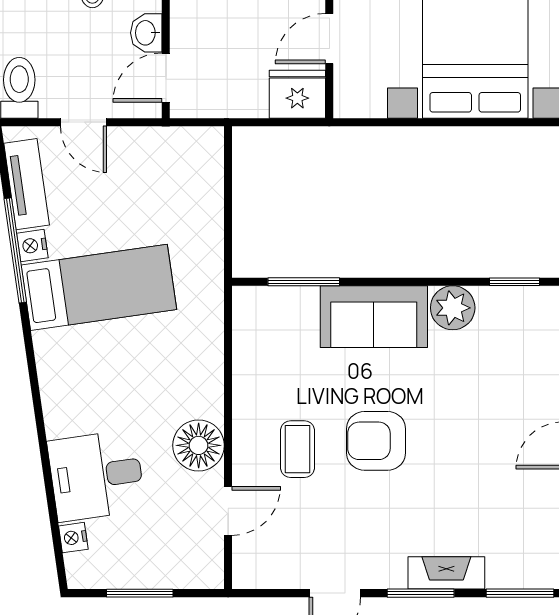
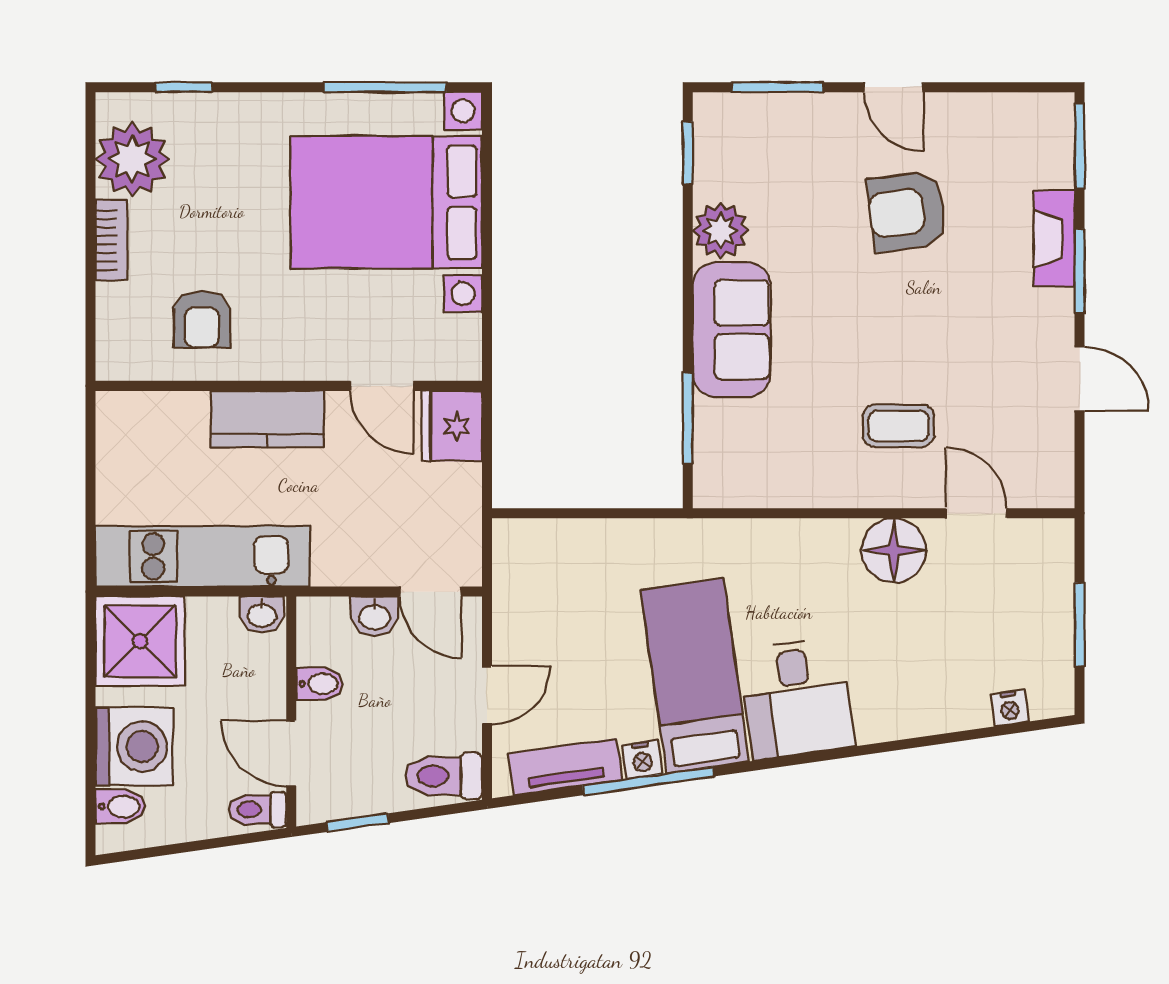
armchair: (376, 441) -> (907, 212), moved, turned 83
desk: (96, 476) -> (797, 698), moved

